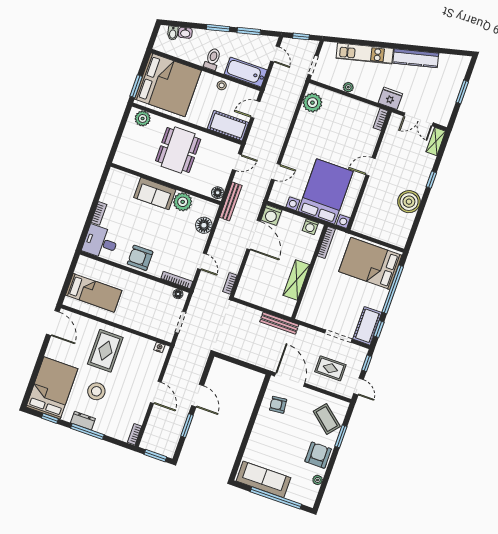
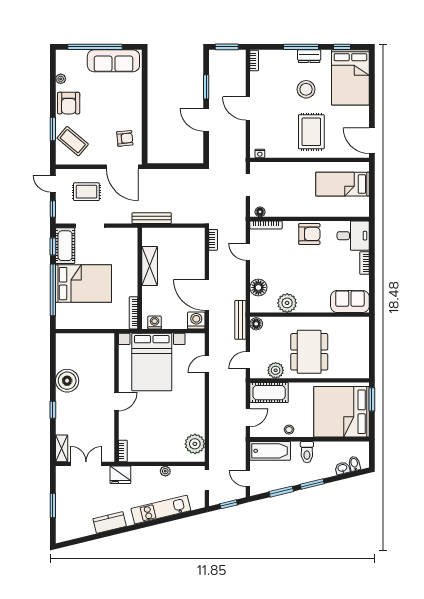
kitchen counter: (416, 58) -> (110, 522), width x0.67
plant: (143, 118) -> (276, 370), moved
sofa: (155, 194) -> (350, 301), moved
bed: (370, 263) -> (84, 284), moved

